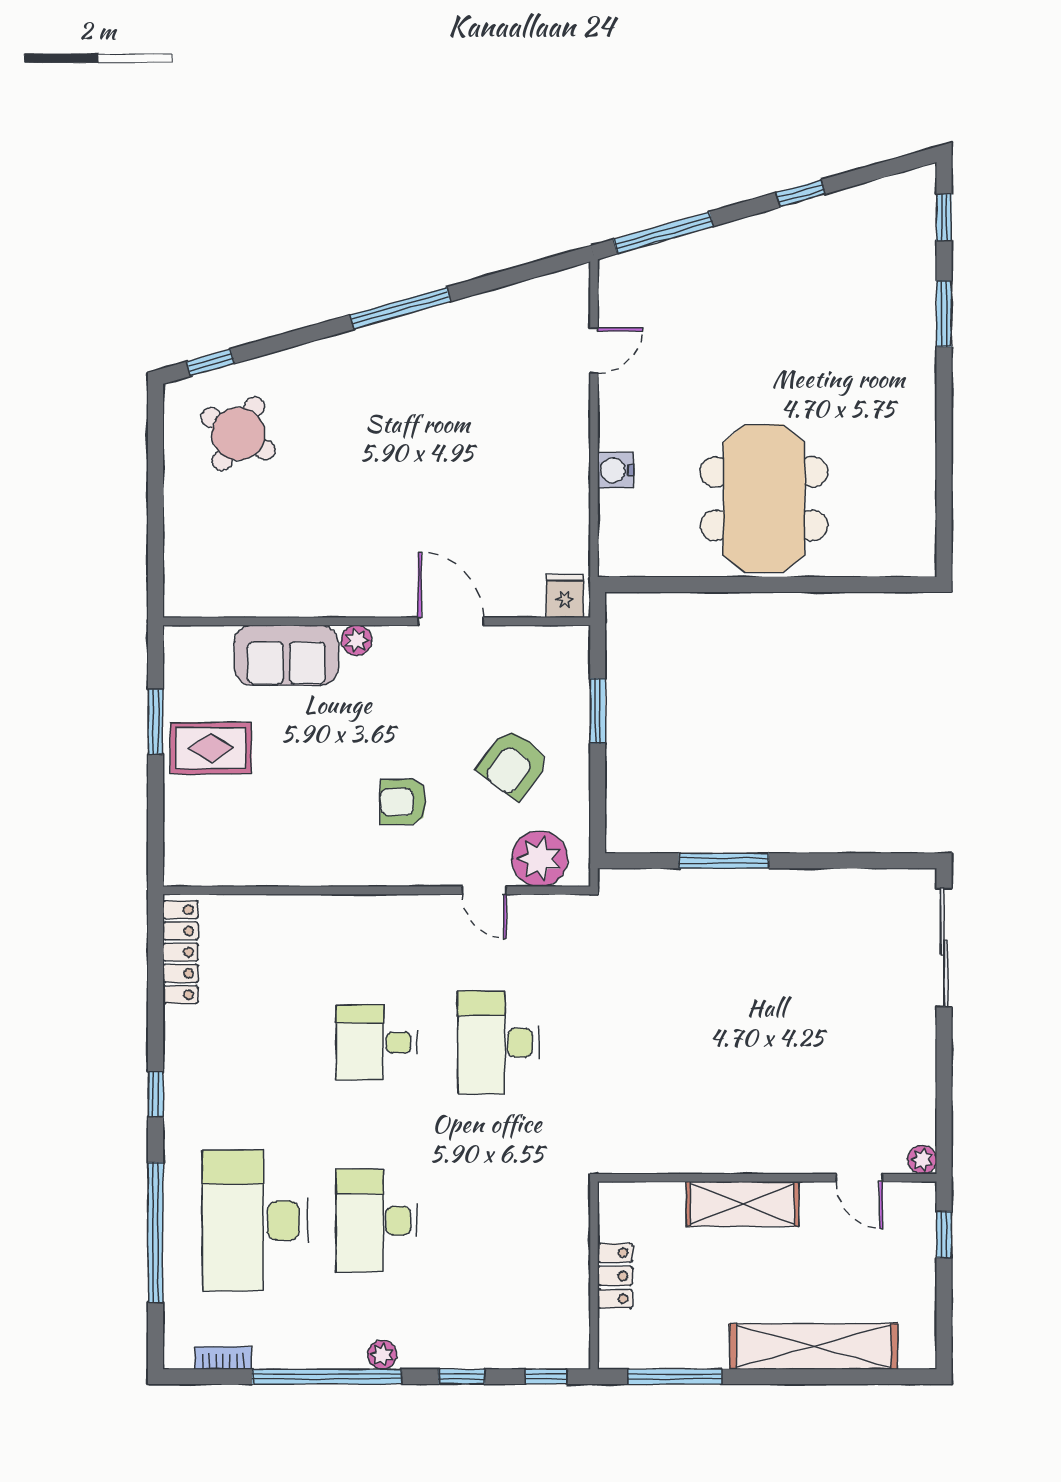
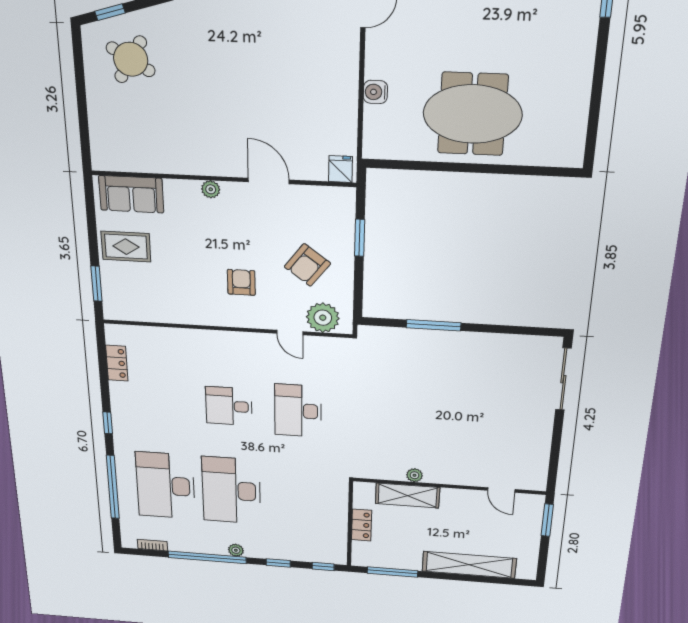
meeting table: (764, 499) -> (473, 114), turned 90
sofa: (286, 655) -> (131, 194), moved
window: (156, 722) -> (96, 284), moved
armchair: (403, 802) -> (241, 282), turned 90
locker: (181, 952) -> (117, 363), width x0.66
plant: (922, 1160) -> (414, 475), moved
shelving: (742, 1204) -> (407, 496), moved
desk: (377, 1221) -> (231, 490), width x1.36, depth x1.30
window: (944, 1235) -> (547, 520), width x1.50

